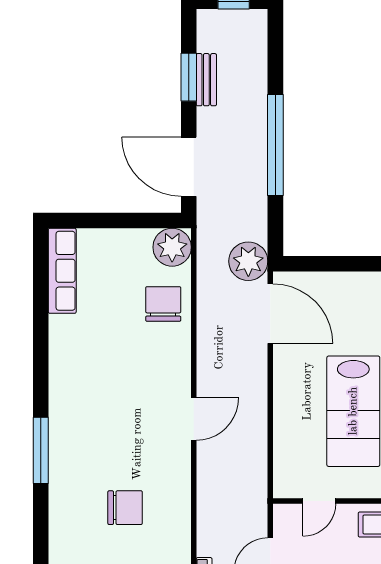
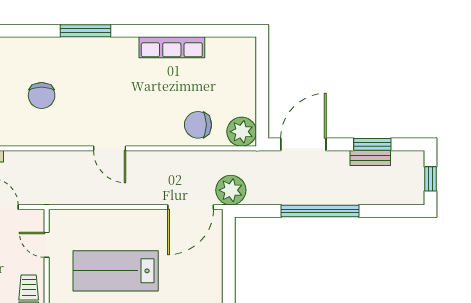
row of seats: (62, 271) -> (172, 47), moved
chair: (163, 304) -> (198, 125), turned 180

